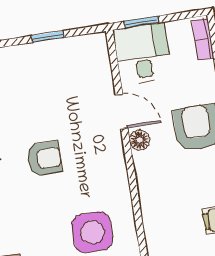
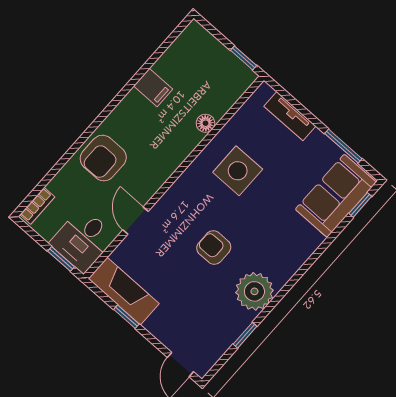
fireplace: (71, 52) -> (124, 291), added
floor lamp: (139, 140) -> (205, 123), moved

